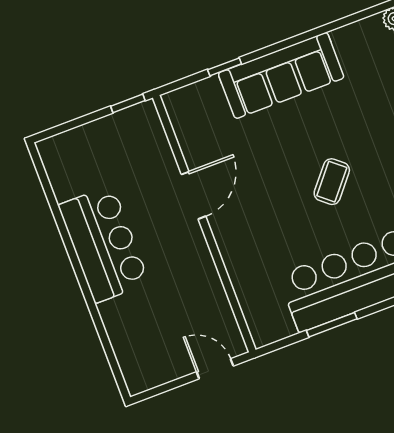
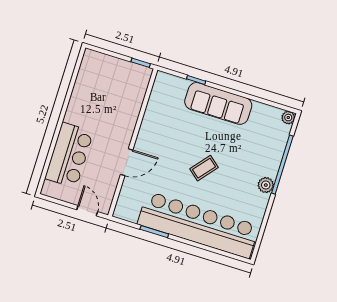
door: (193, 195) -> (127, 162), moved
bar counter: (104, 244) -> (69, 155), moved

